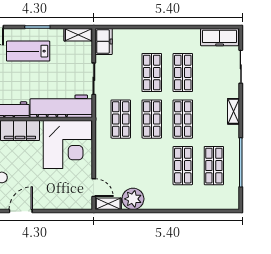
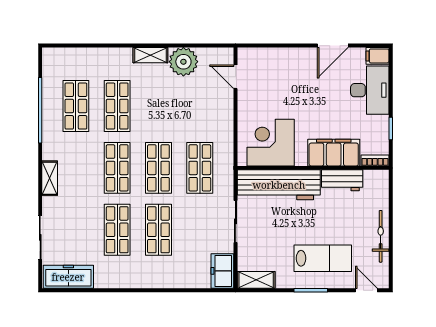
corner desk: (67, 144) -> (271, 143), width x0.74, depth x0.74
shelving: (108, 204) -> (150, 55), moved

